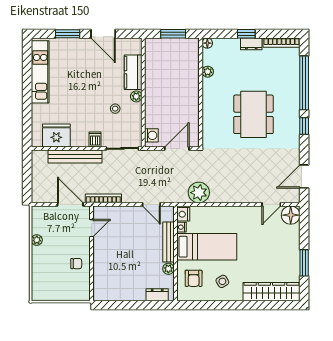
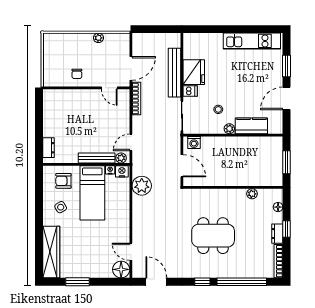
floor lamp: (207, 43) -> (278, 207), moved
fridge: (56, 135) -> (194, 72), moved
plant: (168, 269) -> (121, 158), moved

